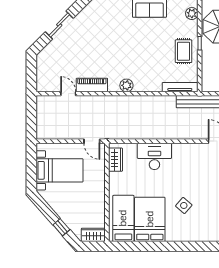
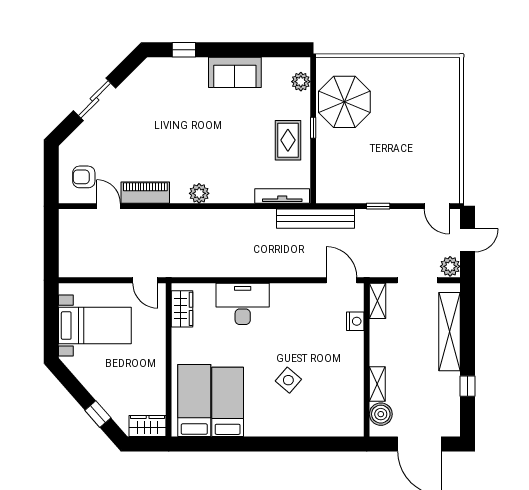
armchair: (52, 75) -> (84, 177), added
bed: (150, 219) -> (228, 402), width x0.67

